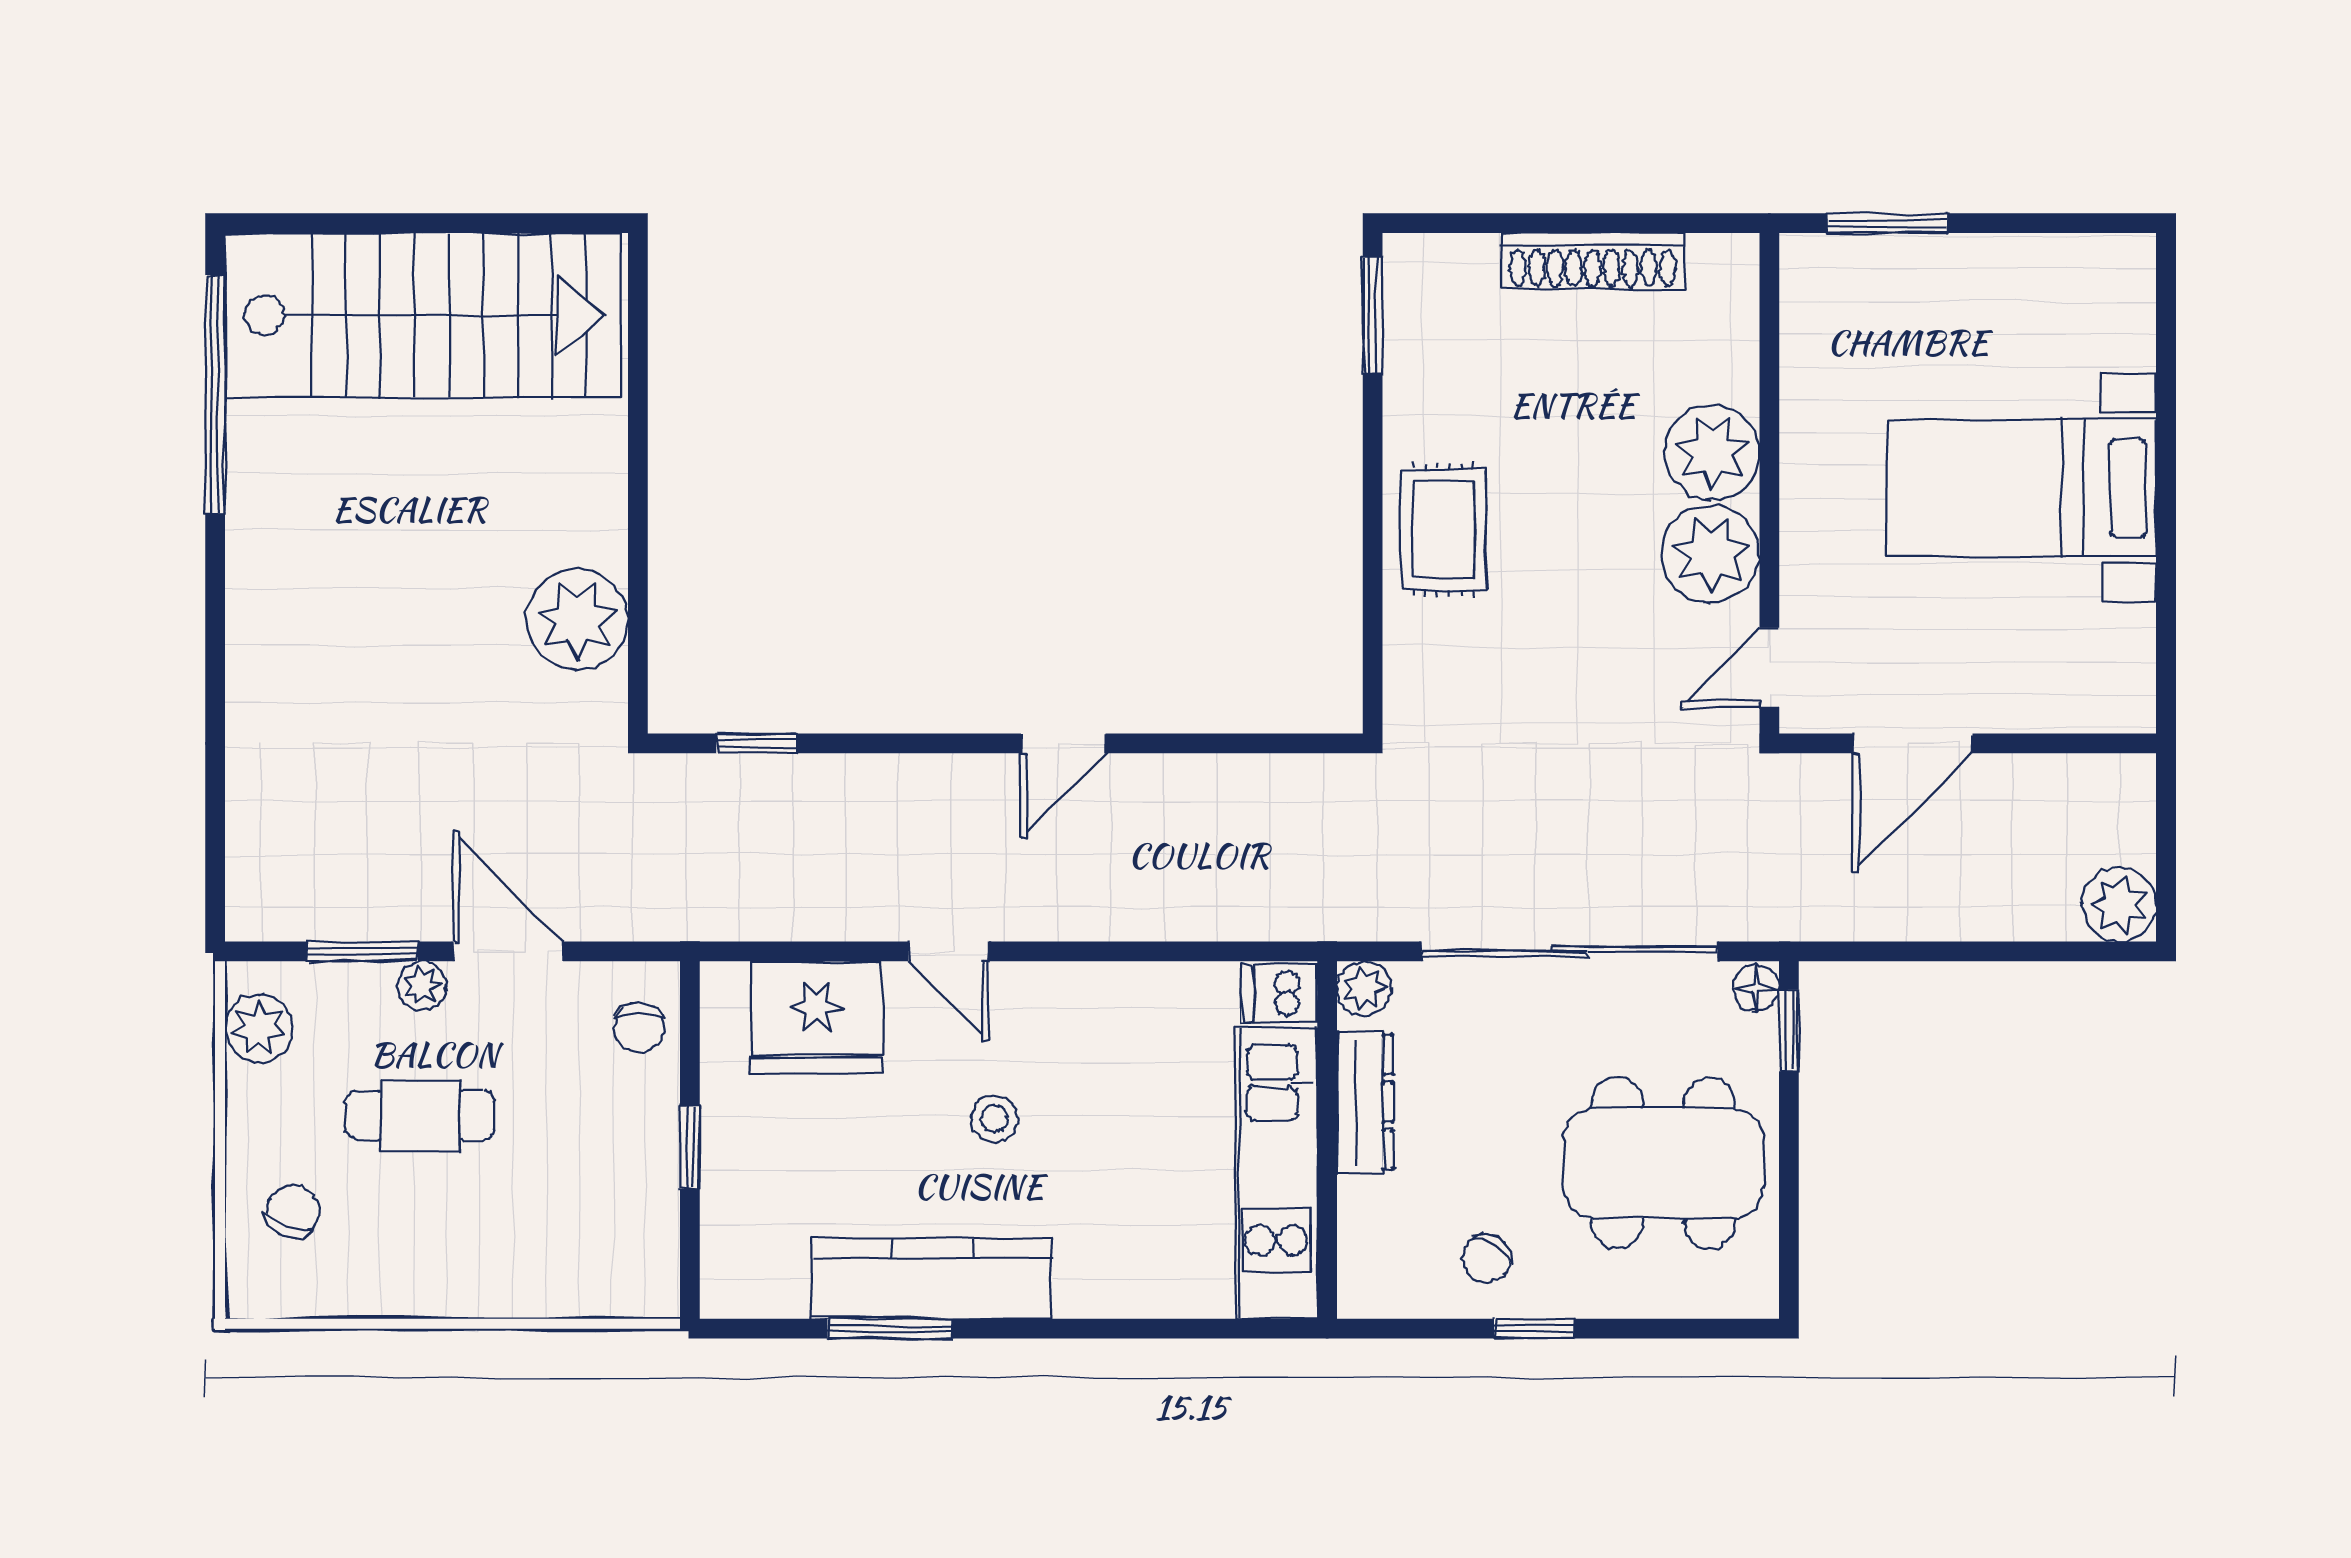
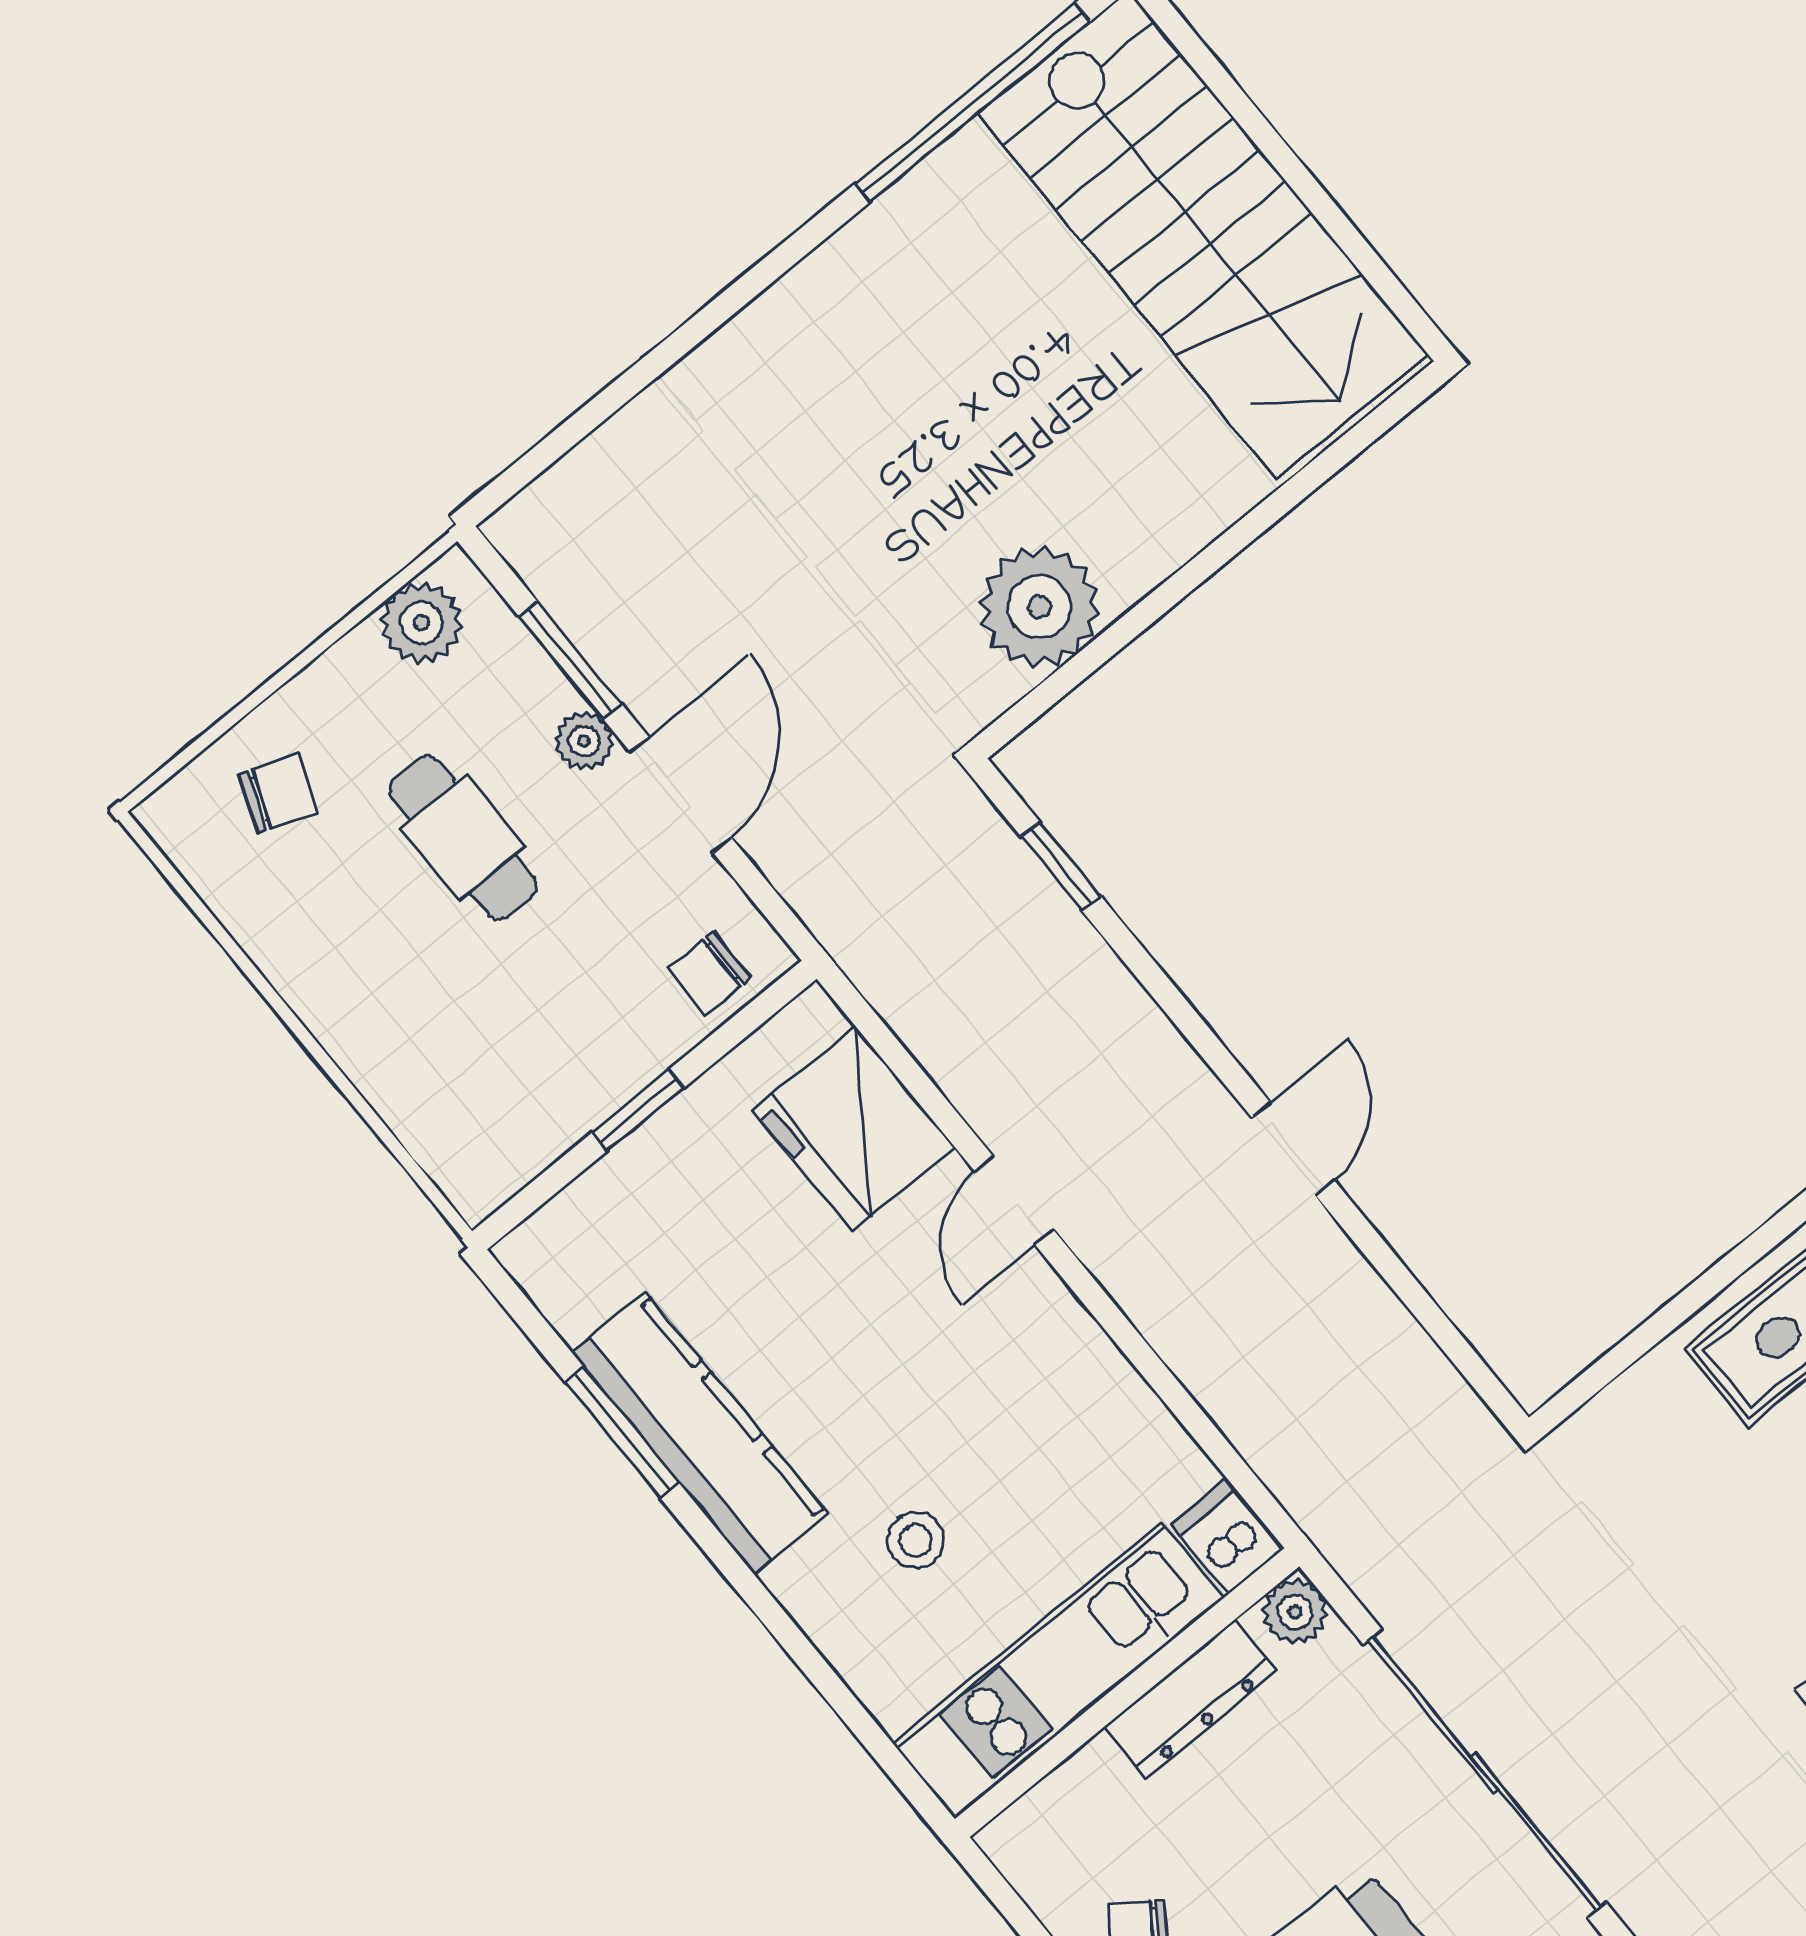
door: (1063, 743) -> (1293, 1149), swing flipped
stool: (994, 1119) -> (915, 1540), moved

